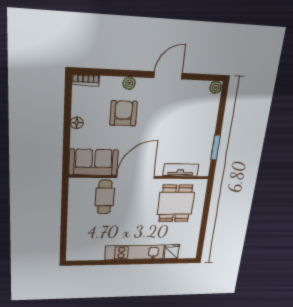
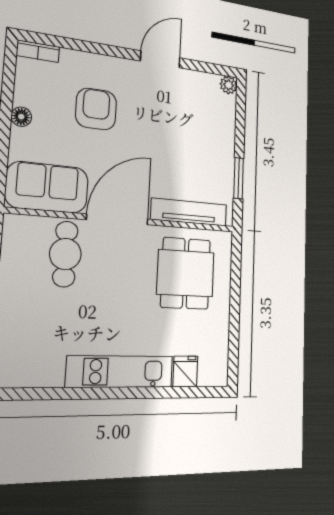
plant: (129, 83) -> (104, 64), removed
tv unit: (181, 170) -> (189, 212), width x1.41

